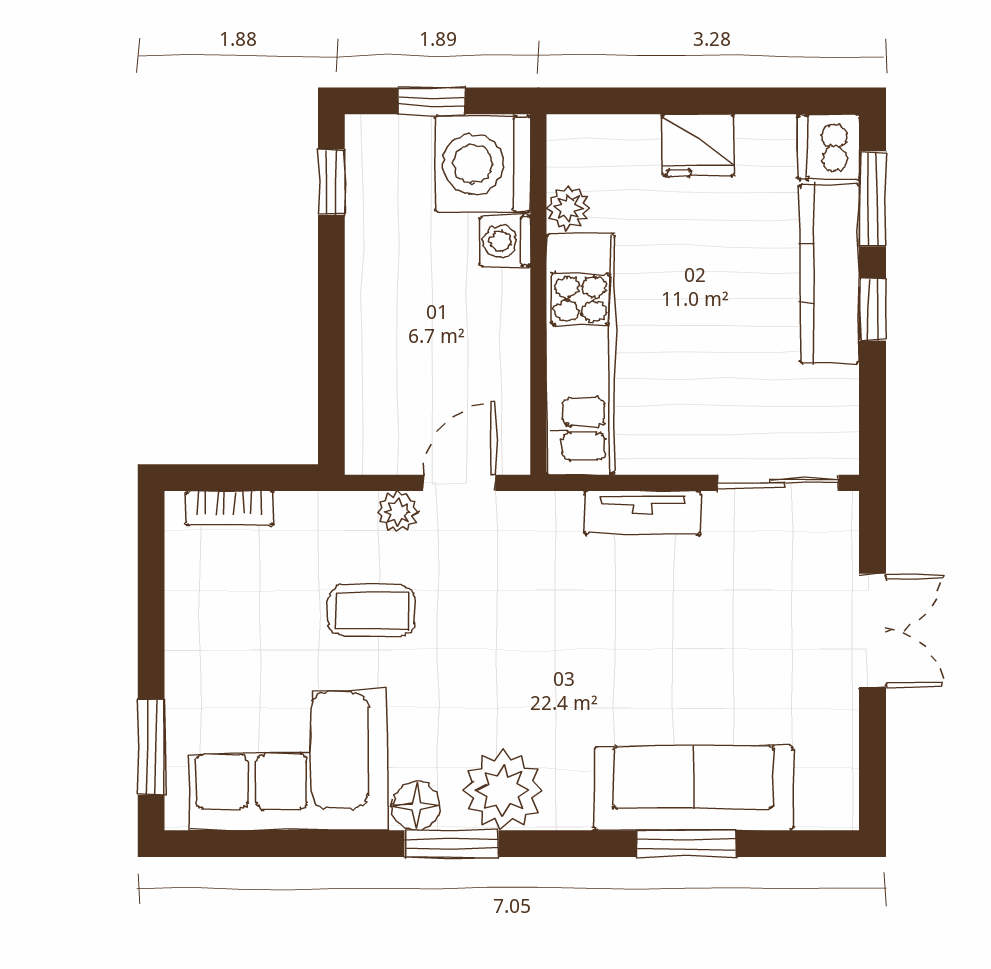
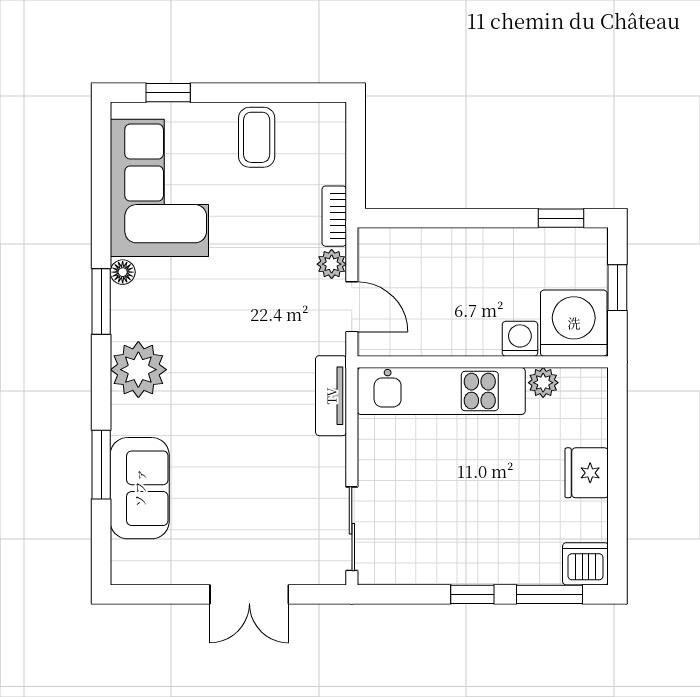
kitchen counter: (829, 274) -> (497, 564), removed
bookcase: (230, 508) -> (334, 216), moved
tv unit: (643, 513) -> (331, 396), moved
coffee table: (372, 611) -> (257, 137), moved
window: (151, 747) -> (168, 93), width x0.67
sofa: (694, 788) -> (140, 488), width x0.73
plant: (503, 790) -> (138, 370), moved
floor lamp: (416, 806) -> (123, 272), width x0.73, depth x0.73

